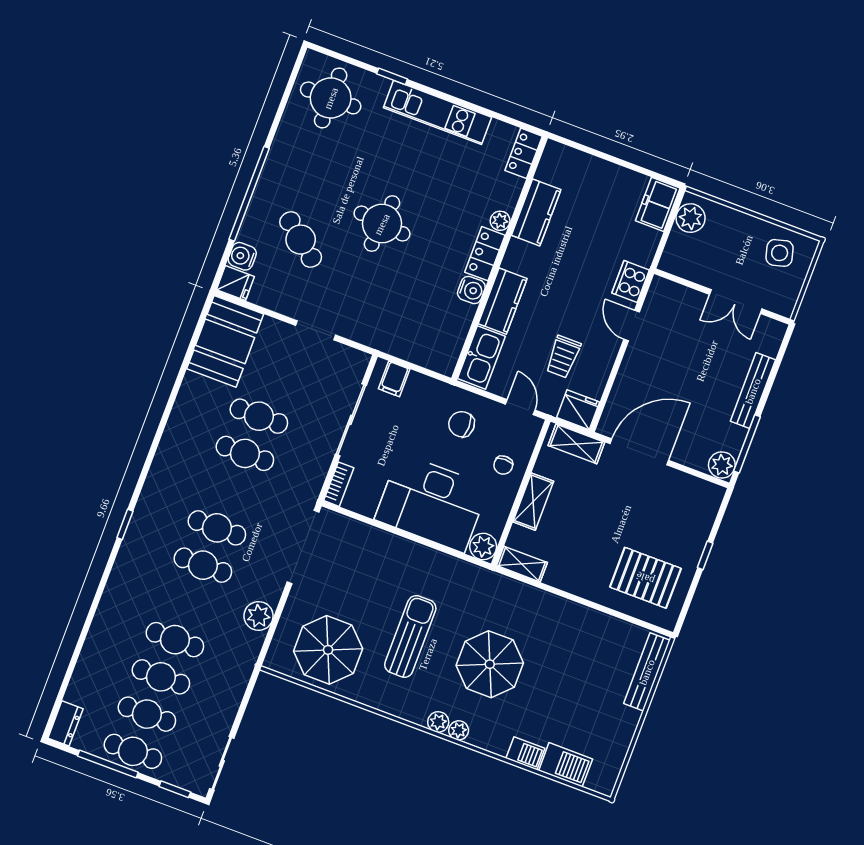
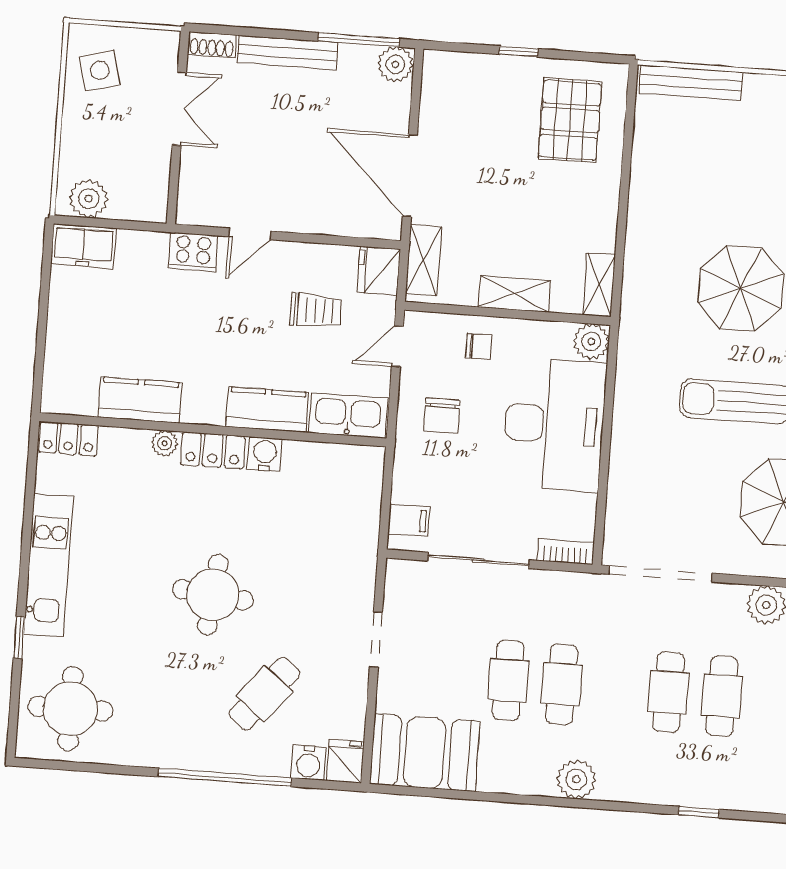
shoe rack: (774, 338) -> (212, 45), added
plant: (174, 444) -> (576, 779), added

